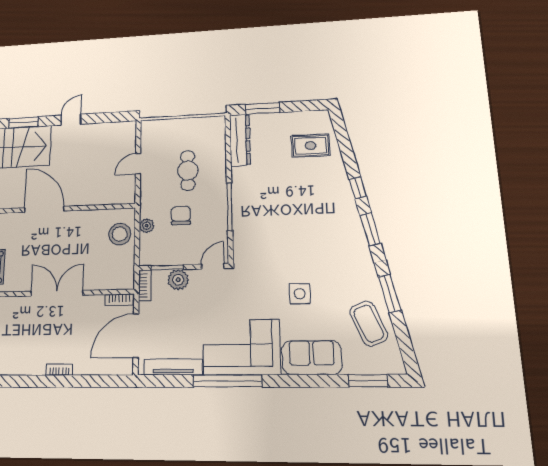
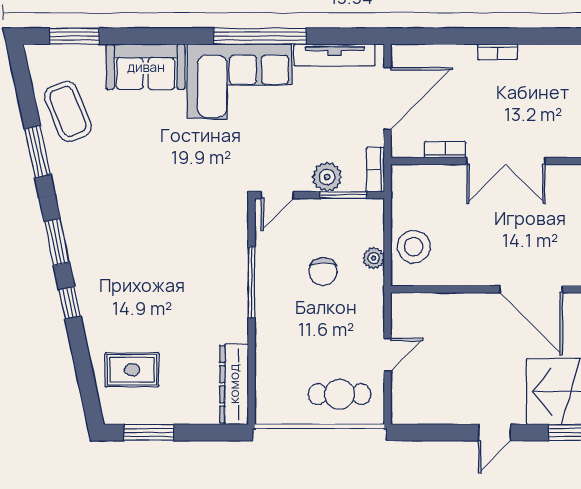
window: (262, 108) -> (149, 433), moved
cafe table: (188, 170) -> (340, 394), moved, turned 90
side table: (300, 294) -> (158, 153), removed
bookcase: (119, 300) -> (445, 150), moved

